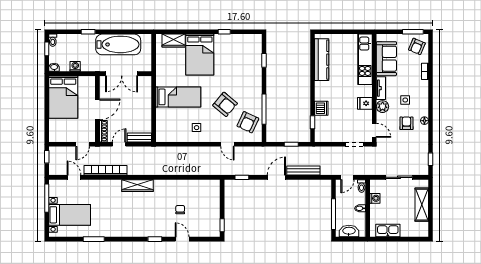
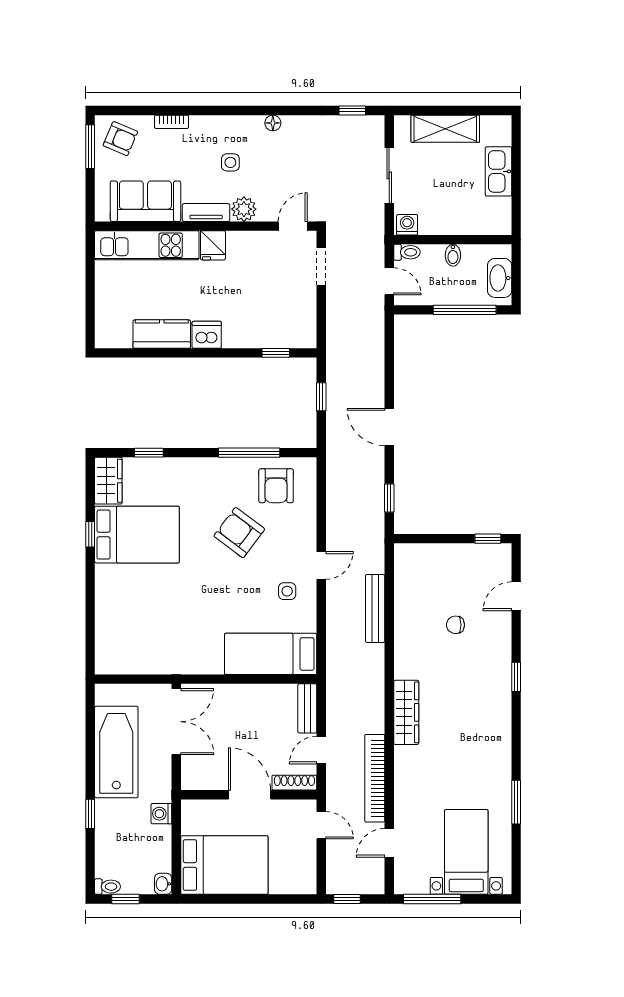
wardrobe: (174, 41) -> (108, 481), moved
bed: (200, 55) -> (137, 535), moved
kitchen counter: (322, 60) -> (162, 334), width x0.67
washing machine: (75, 66) -> (161, 814), moved
double door: (122, 74) -> (176, 722), moved
bed: (178, 97) -> (271, 654), moved, turned -90
fridge: (365, 103) -> (213, 245), moved
armchair: (225, 104) -> (239, 533), turned -93
dishwasher: (321, 108) -> (207, 335), moved
armchair: (248, 122) -> (276, 486), turned 65
armchair: (406, 123) -> (278, 160), removed
door: (119, 144) -> (321, 750), hinge flipped
door: (227, 144) -> (321, 565), moved
bench: (303, 170) -> (375, 608), moved
washing machine: (375, 198) -> (407, 225), moved
kitchen sink: (388, 231) -> (499, 171), moved
door: (182, 239) -> (516, 596), moved

